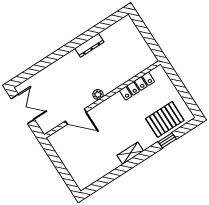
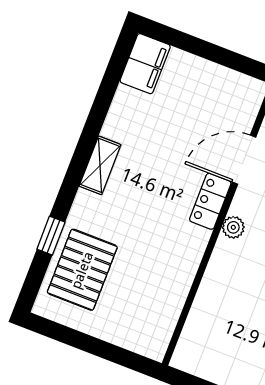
locker: (137, 86) -> (210, 201), moved, width x0.66
filing cabinet: (86, 178) -> (145, 64), added

